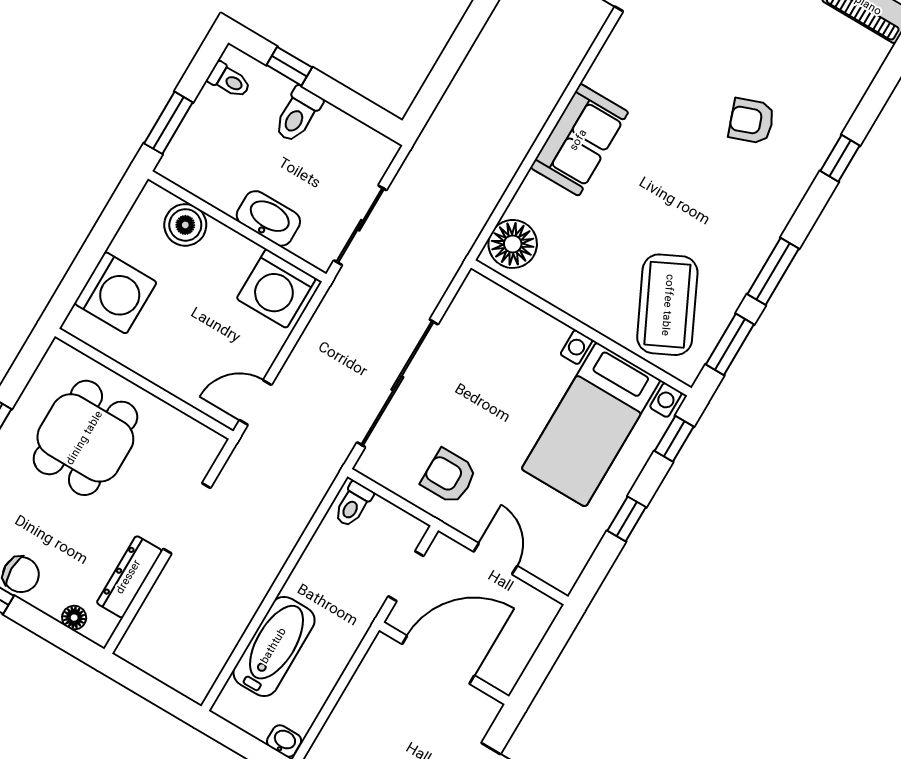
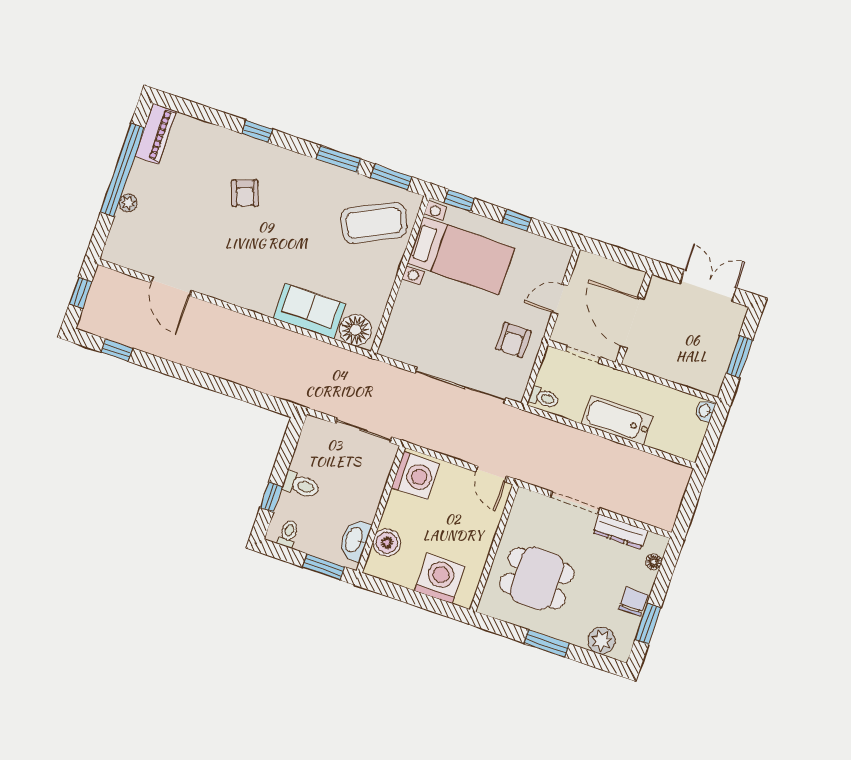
sofa: (579, 140) -> (309, 311), moved
washbasin: (268, 218) -> (354, 540), moved
bathtub: (274, 646) -> (618, 420), moved

